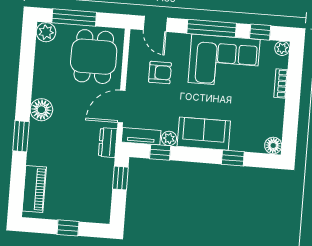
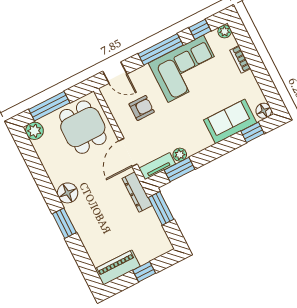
sofa: (204, 134) -> (230, 121), moved
dresser: (108, 143) -> (137, 192), width x1.44
window: (160, 152) -> (180, 170), width x1.50
window: (233, 158) -> (252, 132), moved
window: (120, 178) -> (161, 208), width x1.50
piano: (34, 189) -> (118, 268), moved, turned -90

